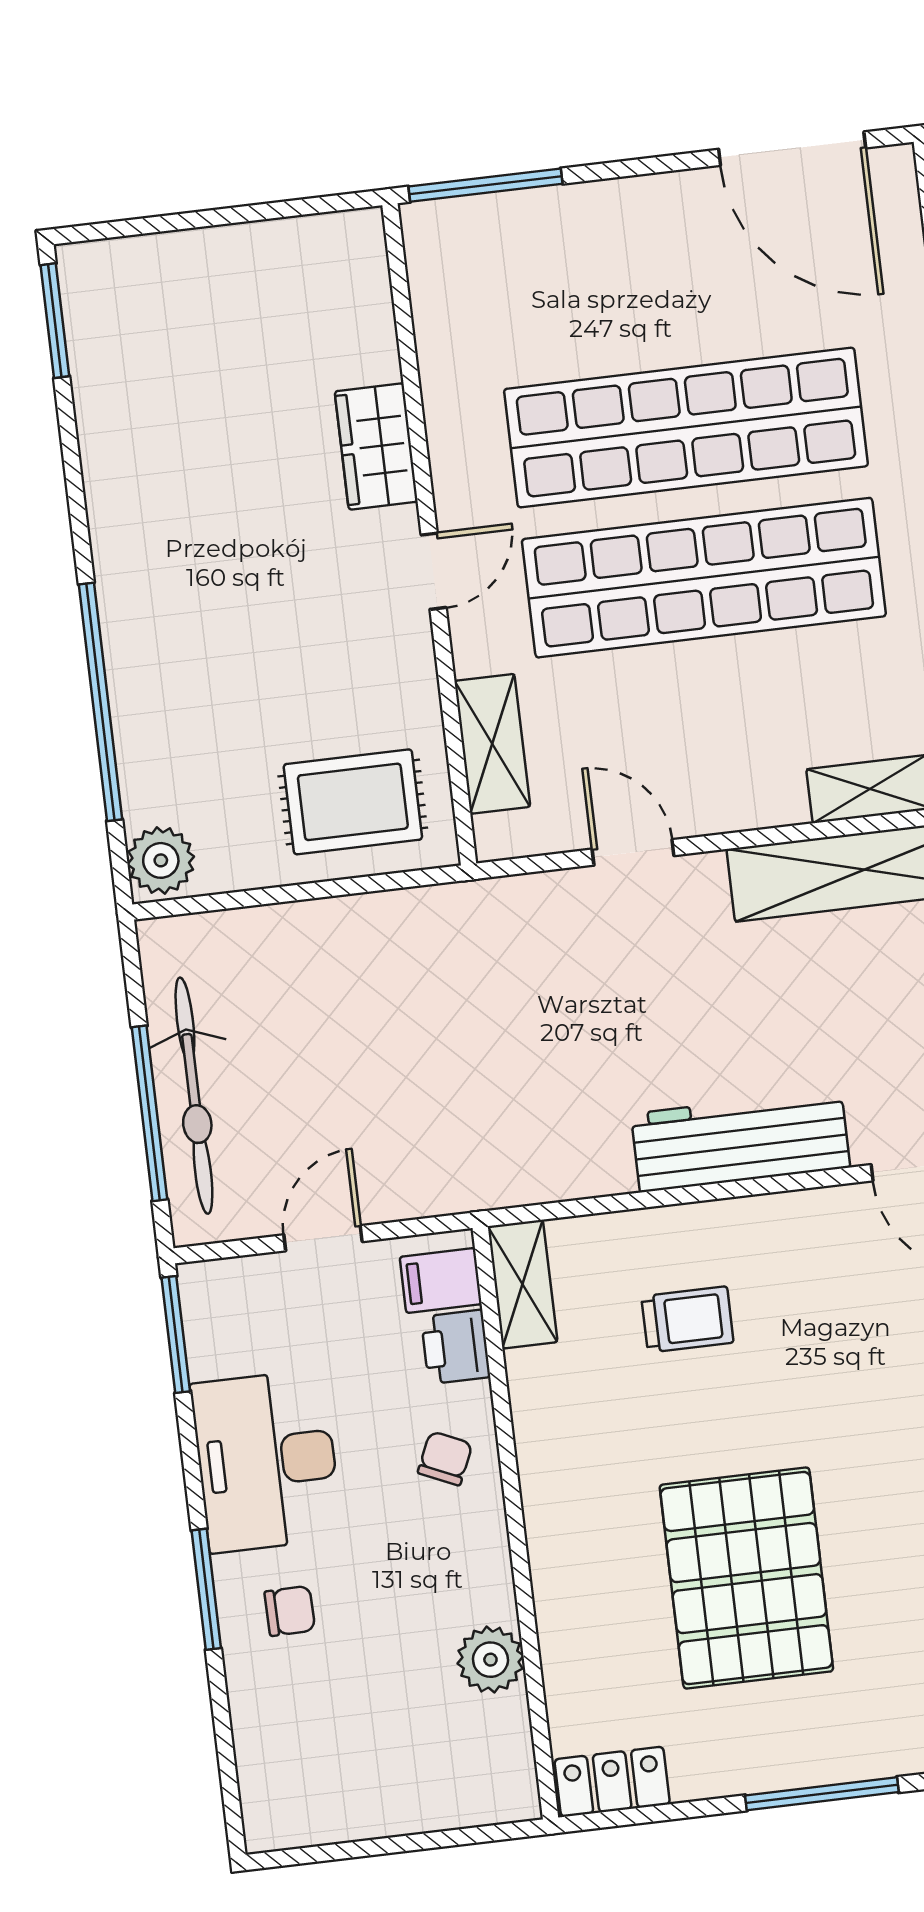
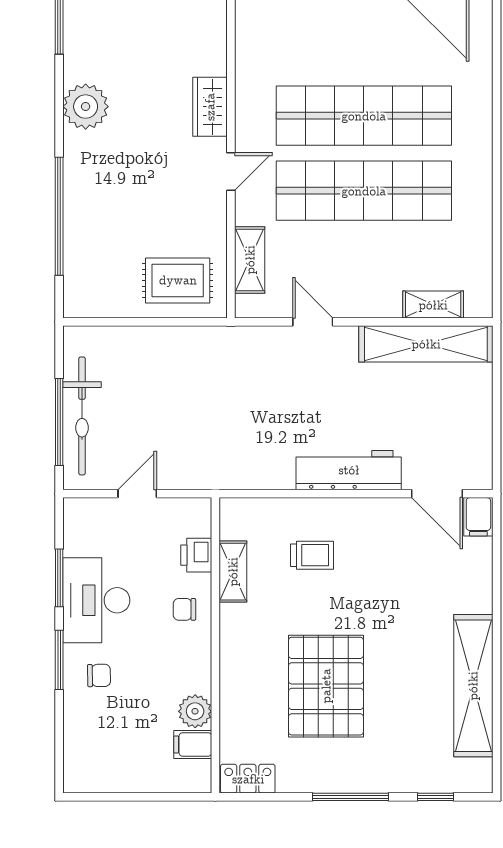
plant: (161, 860) -> (86, 107), moved, width x1.36, depth x1.36
filing cabinet: (441, 1281) -> (193, 744), moved
shelving: (523, 1284) -> (233, 572), moved
window: (176, 1334) -> (59, 578), moved
chair: (445, 1458) -> (184, 609), turned -114

